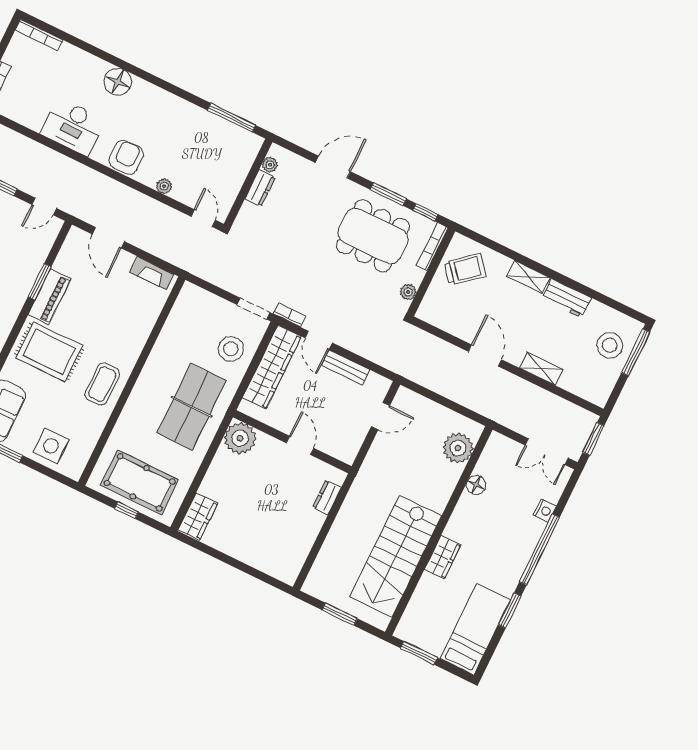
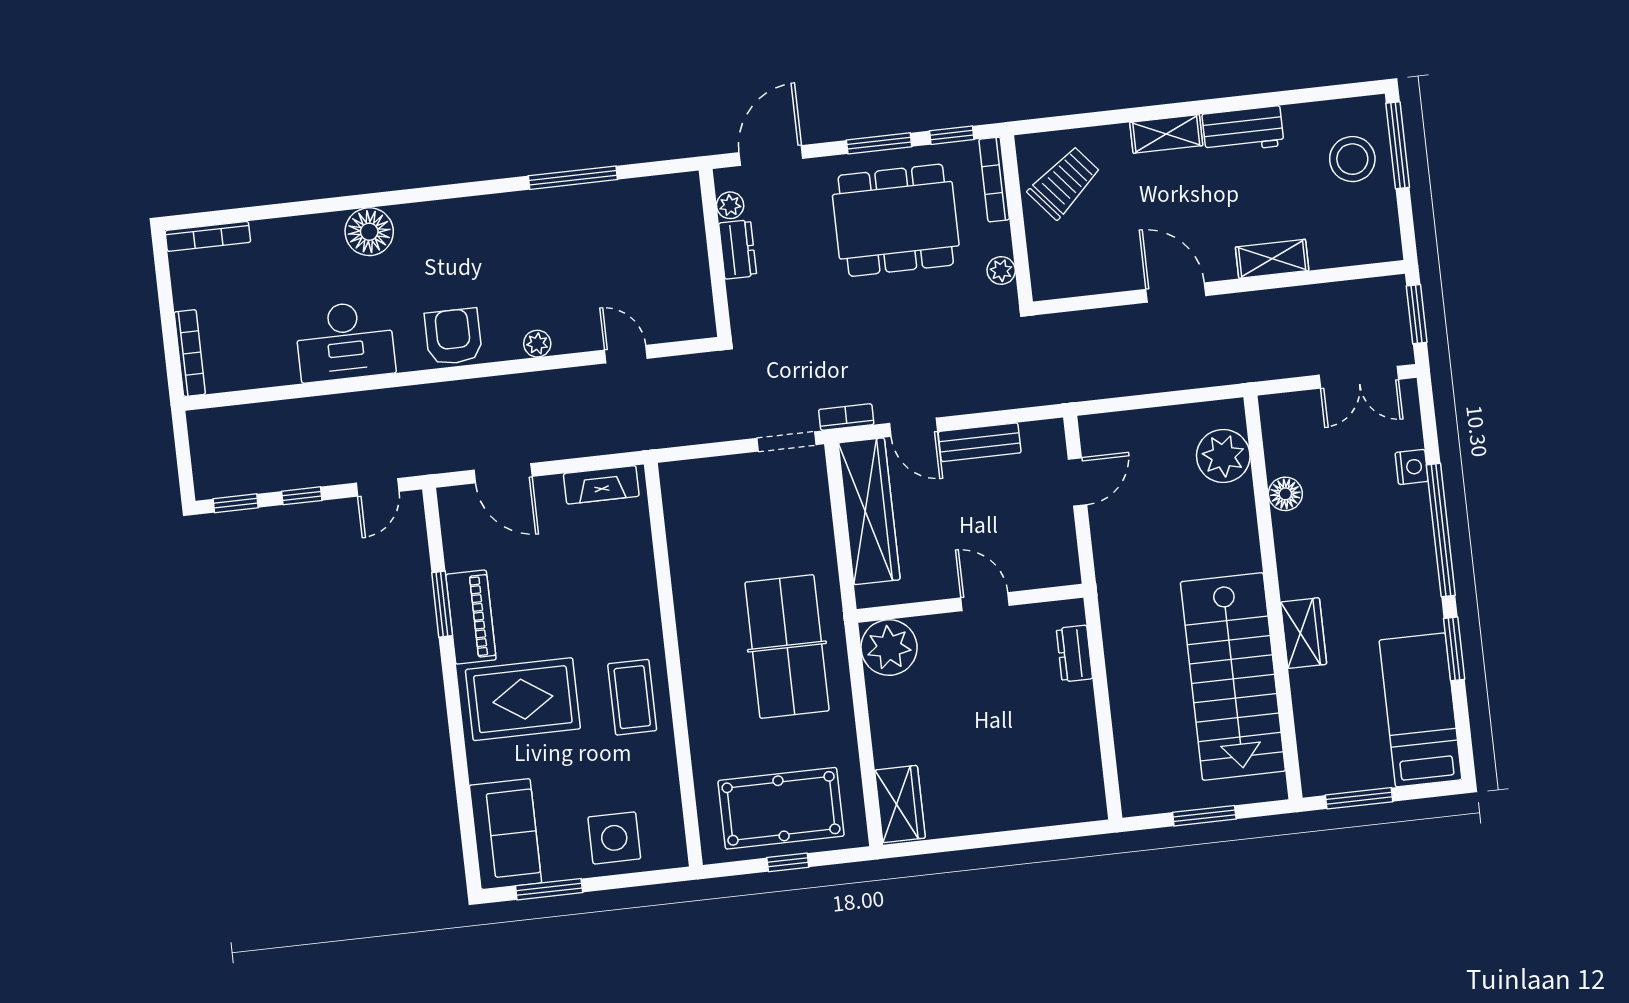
plant: (270, 165) -> (730, 205), moved
wall: (248, 183) -> (715, 253), moved
dresser: (260, 188) -> (738, 249), moved
stool: (231, 349) -> (791, 523), removed

